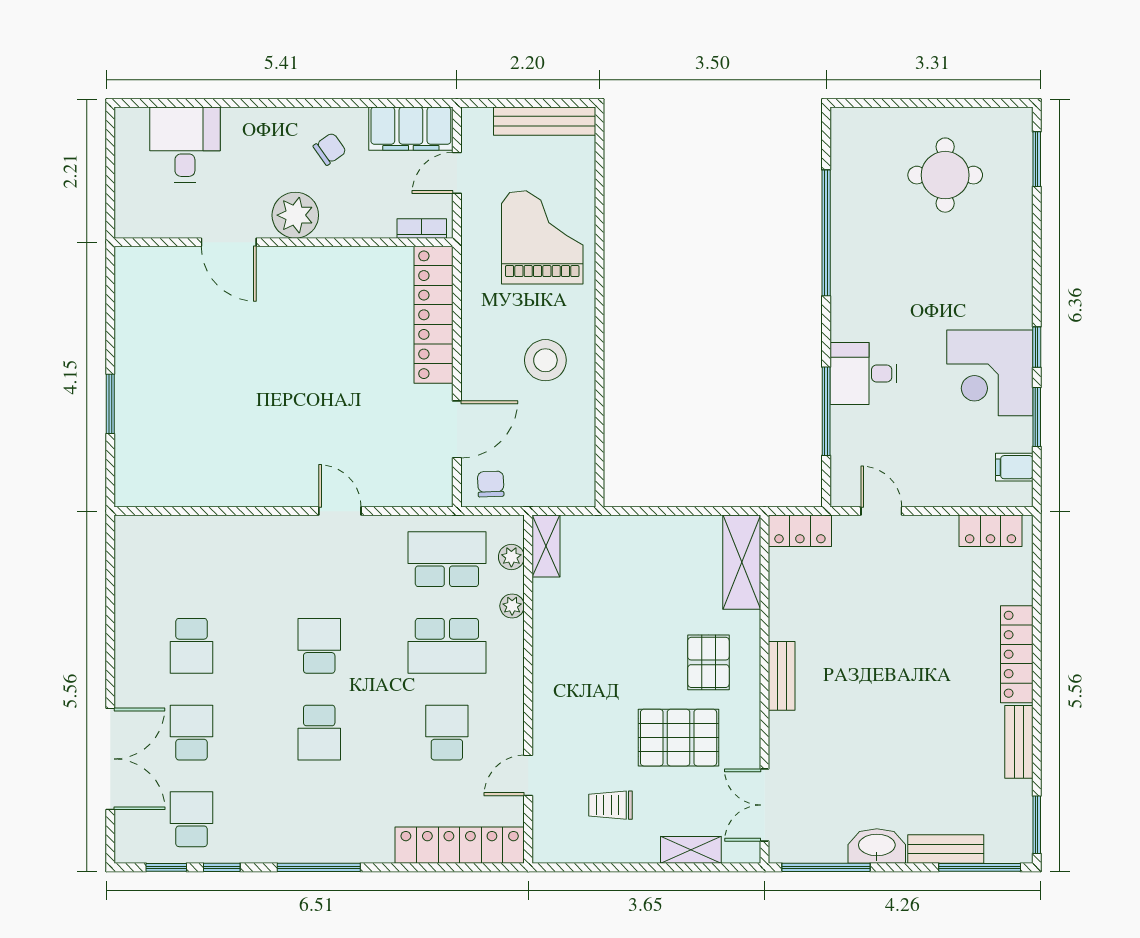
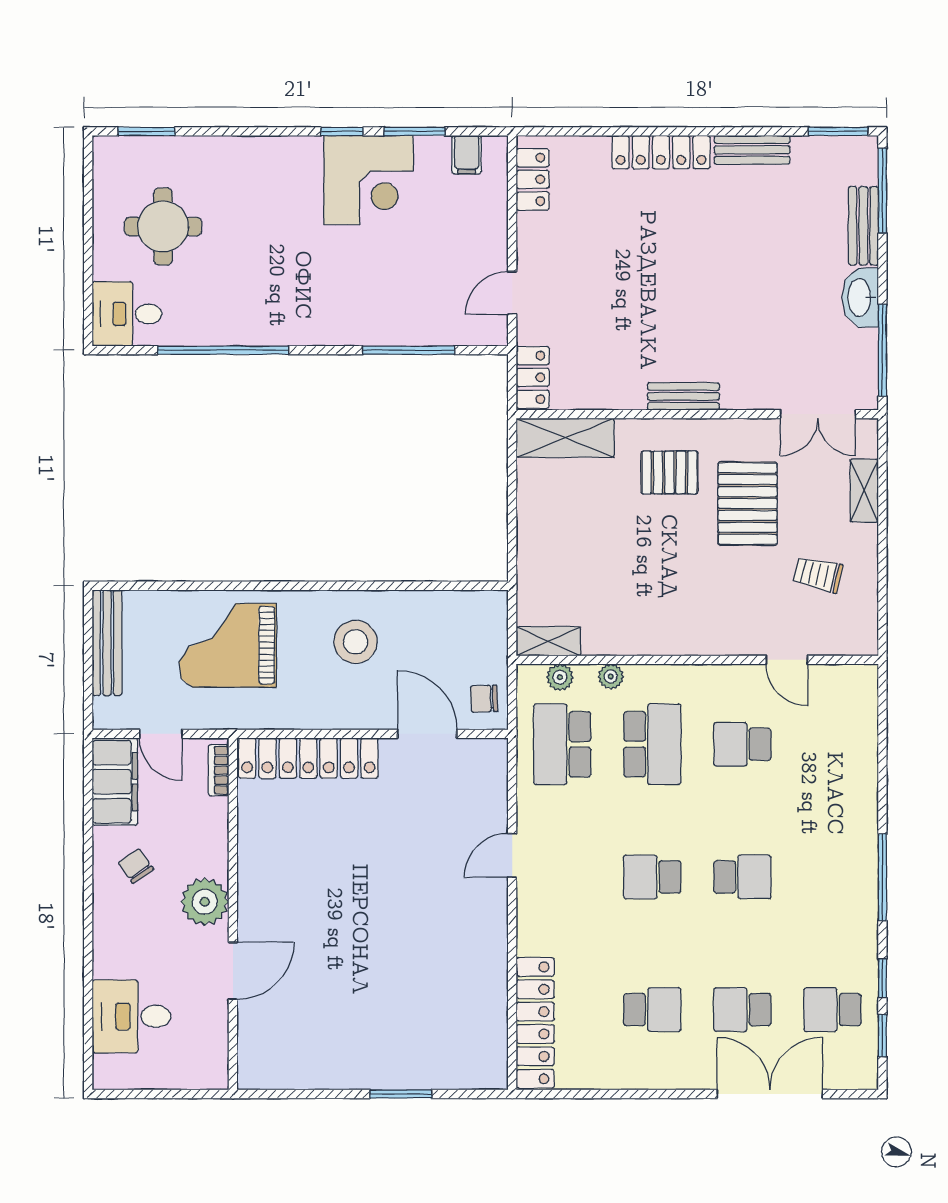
desk: (863, 374) -> (127, 314), moved, turned 90
trolley: (610, 805) -> (818, 574), turned 103
locker: (460, 845) -> (535, 1023), moved, turned 180

